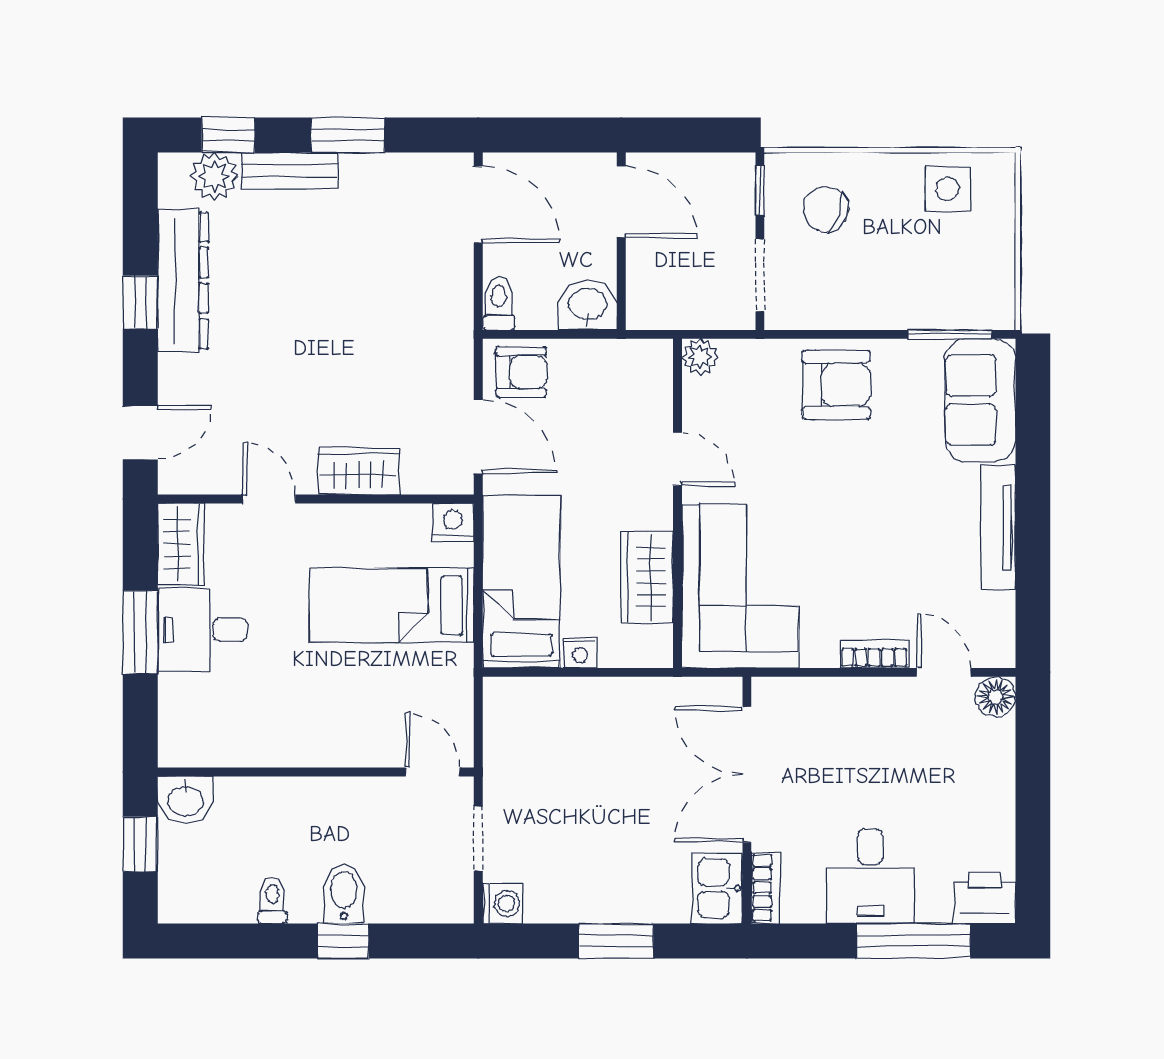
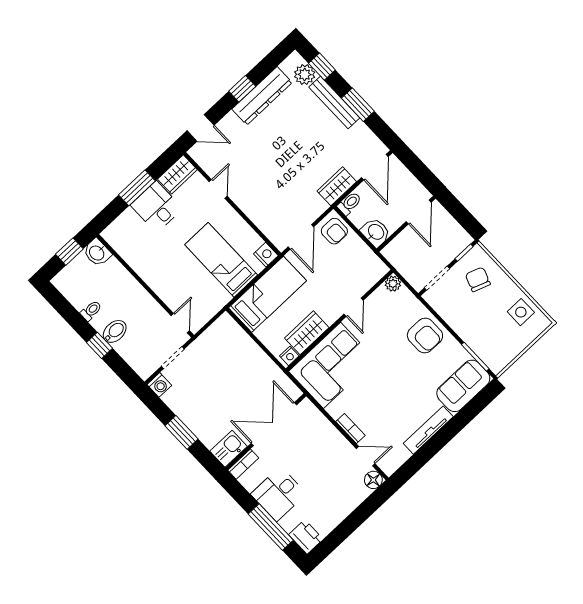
bench: (290, 171) -> (334, 103), width x1.36
wardrobe: (358, 471) -> (337, 186), moved, turned -90
nightstand: (580, 653) -> (289, 356), moved, turned -90
door: (944, 672) -> (366, 456), hinge flipped

